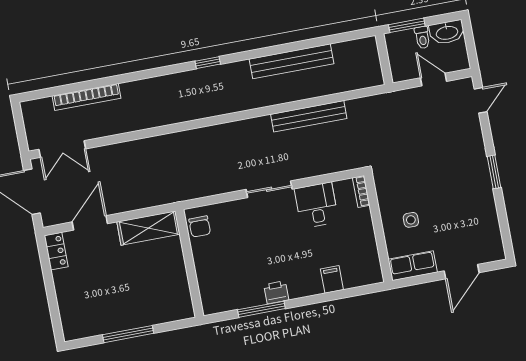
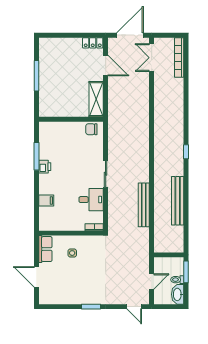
bookcase: (87, 97) -> (179, 57), moved

